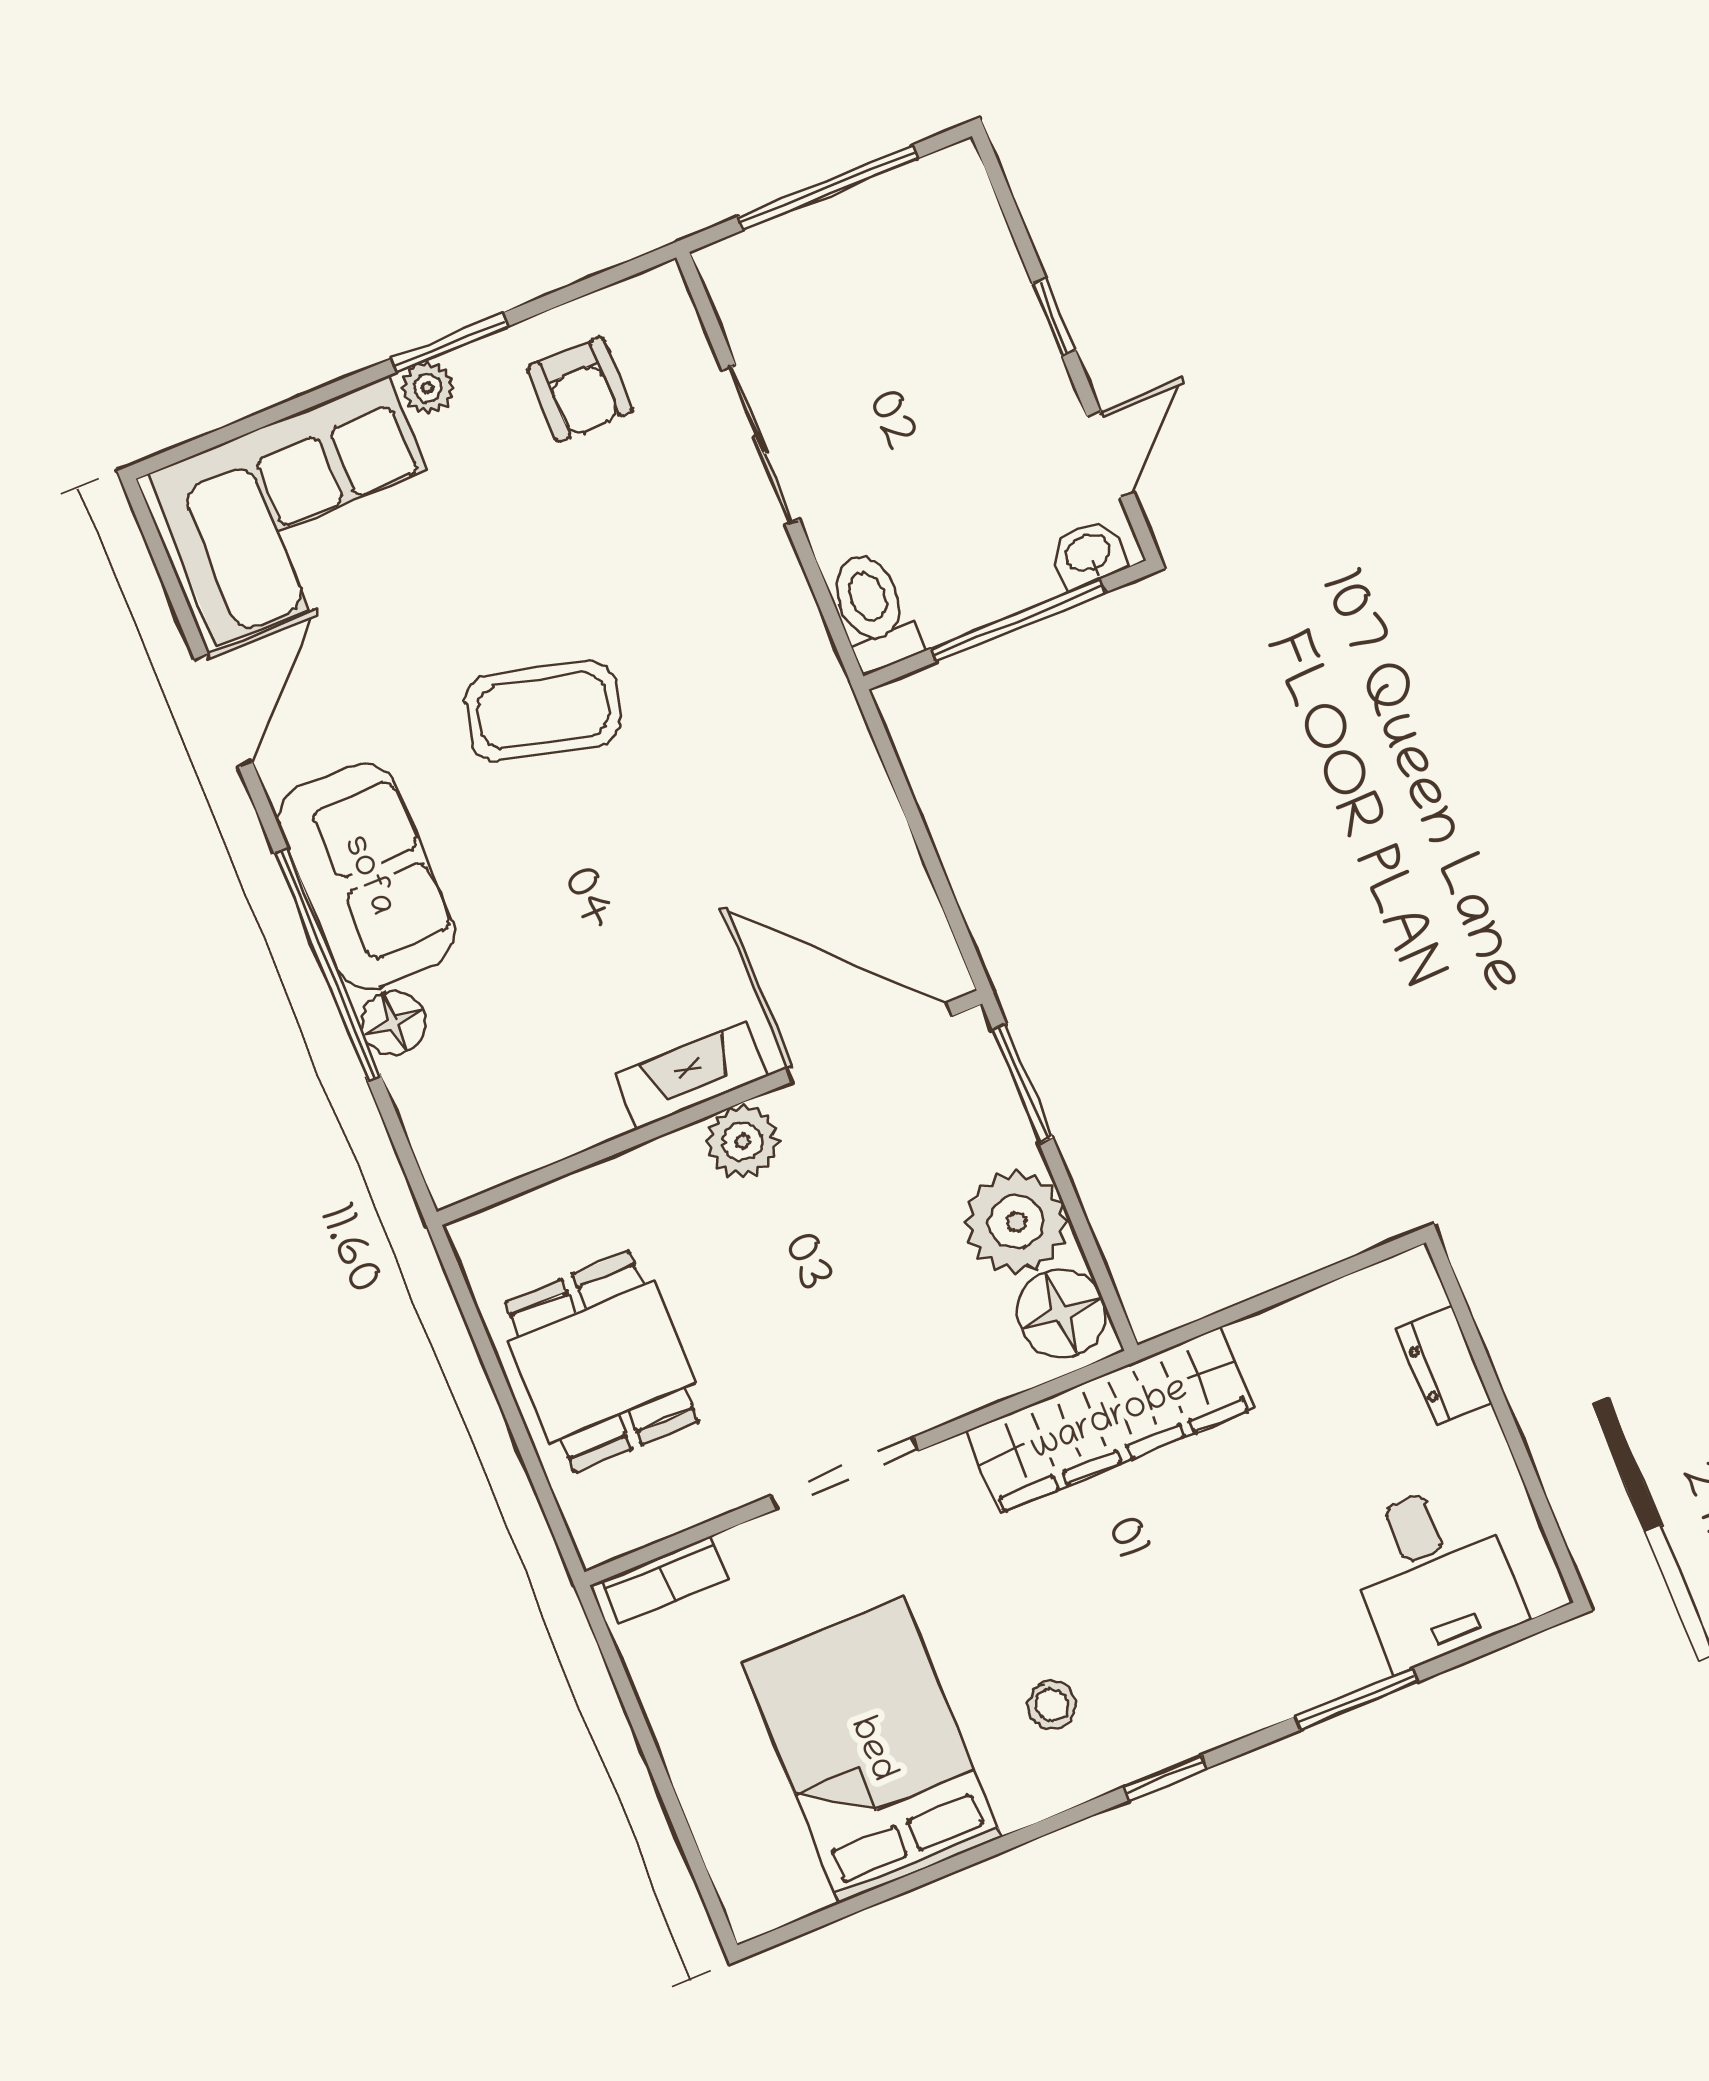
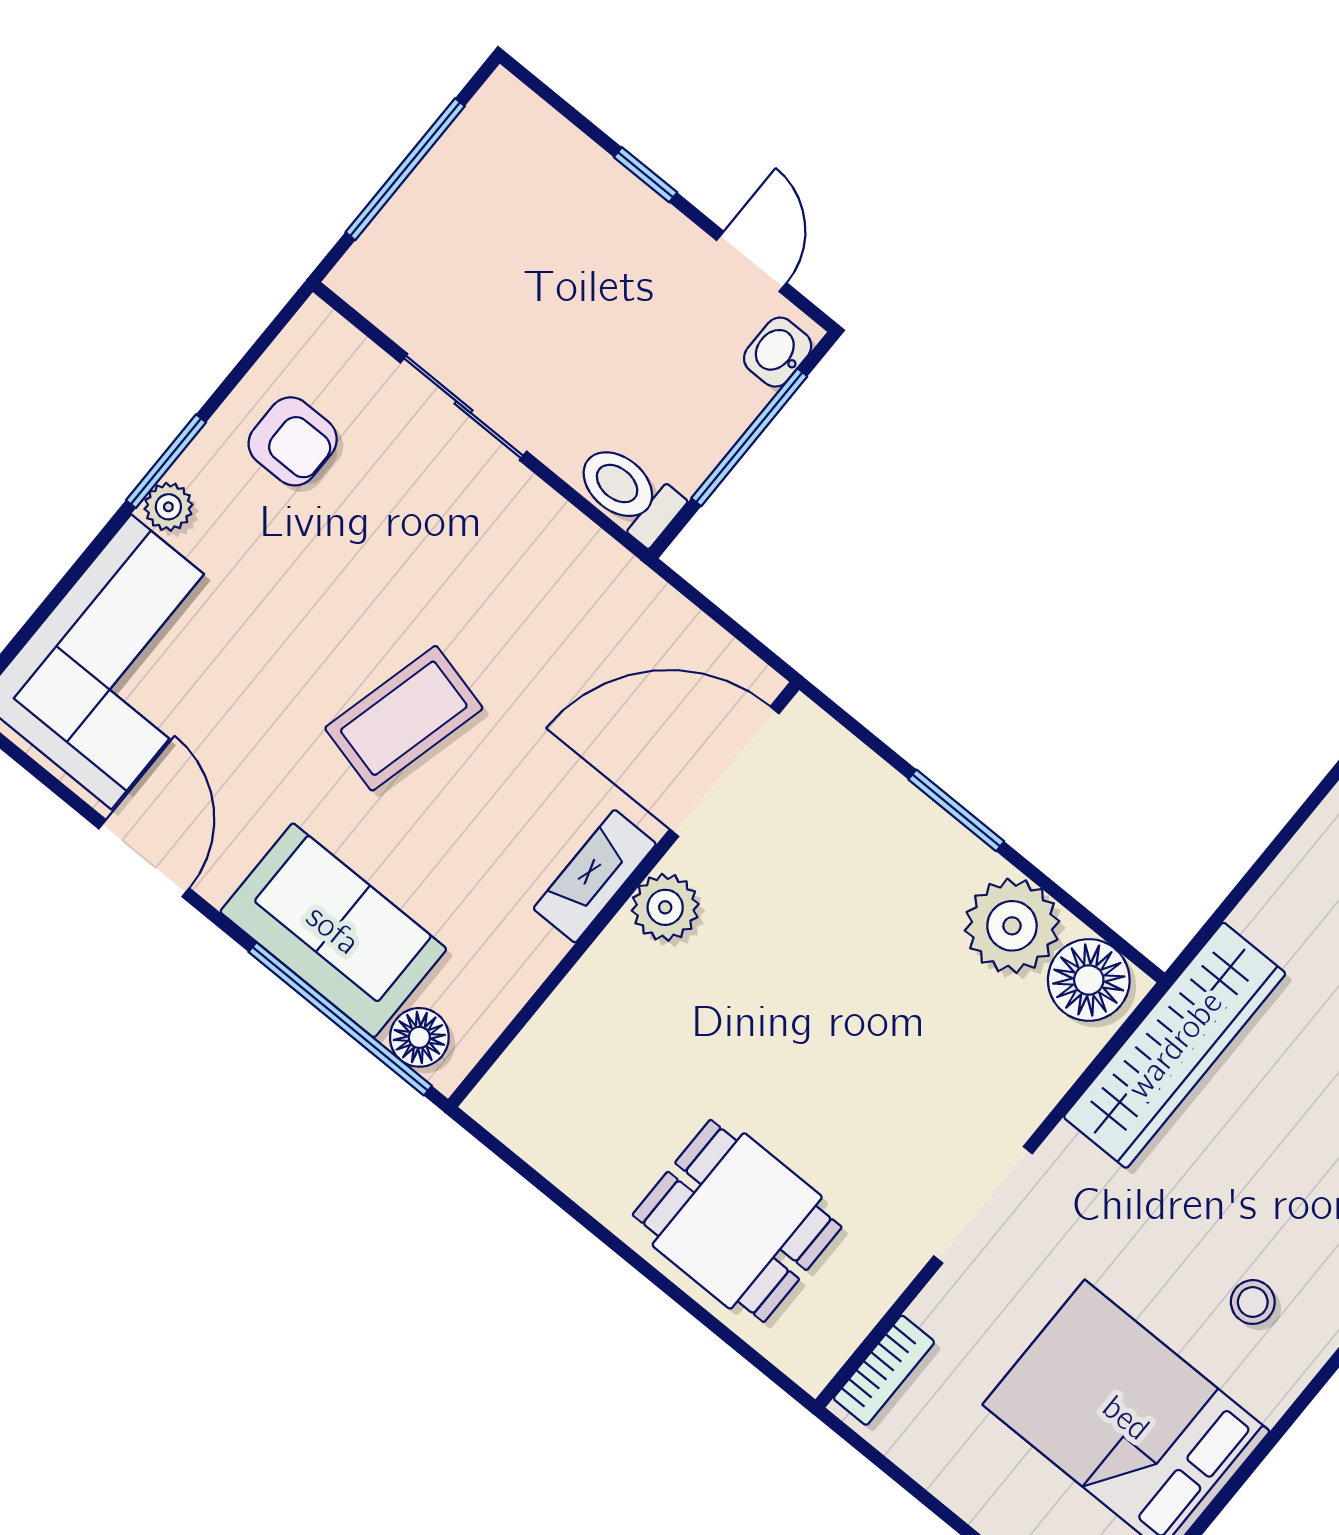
door: (869, 1042) -> (724, 771), moved
fireplace: (691, 1075) -> (595, 876), moved
wall: (709, 1108) -> (624, 894), moved
plant: (742, 1141) -> (665, 907), moved

